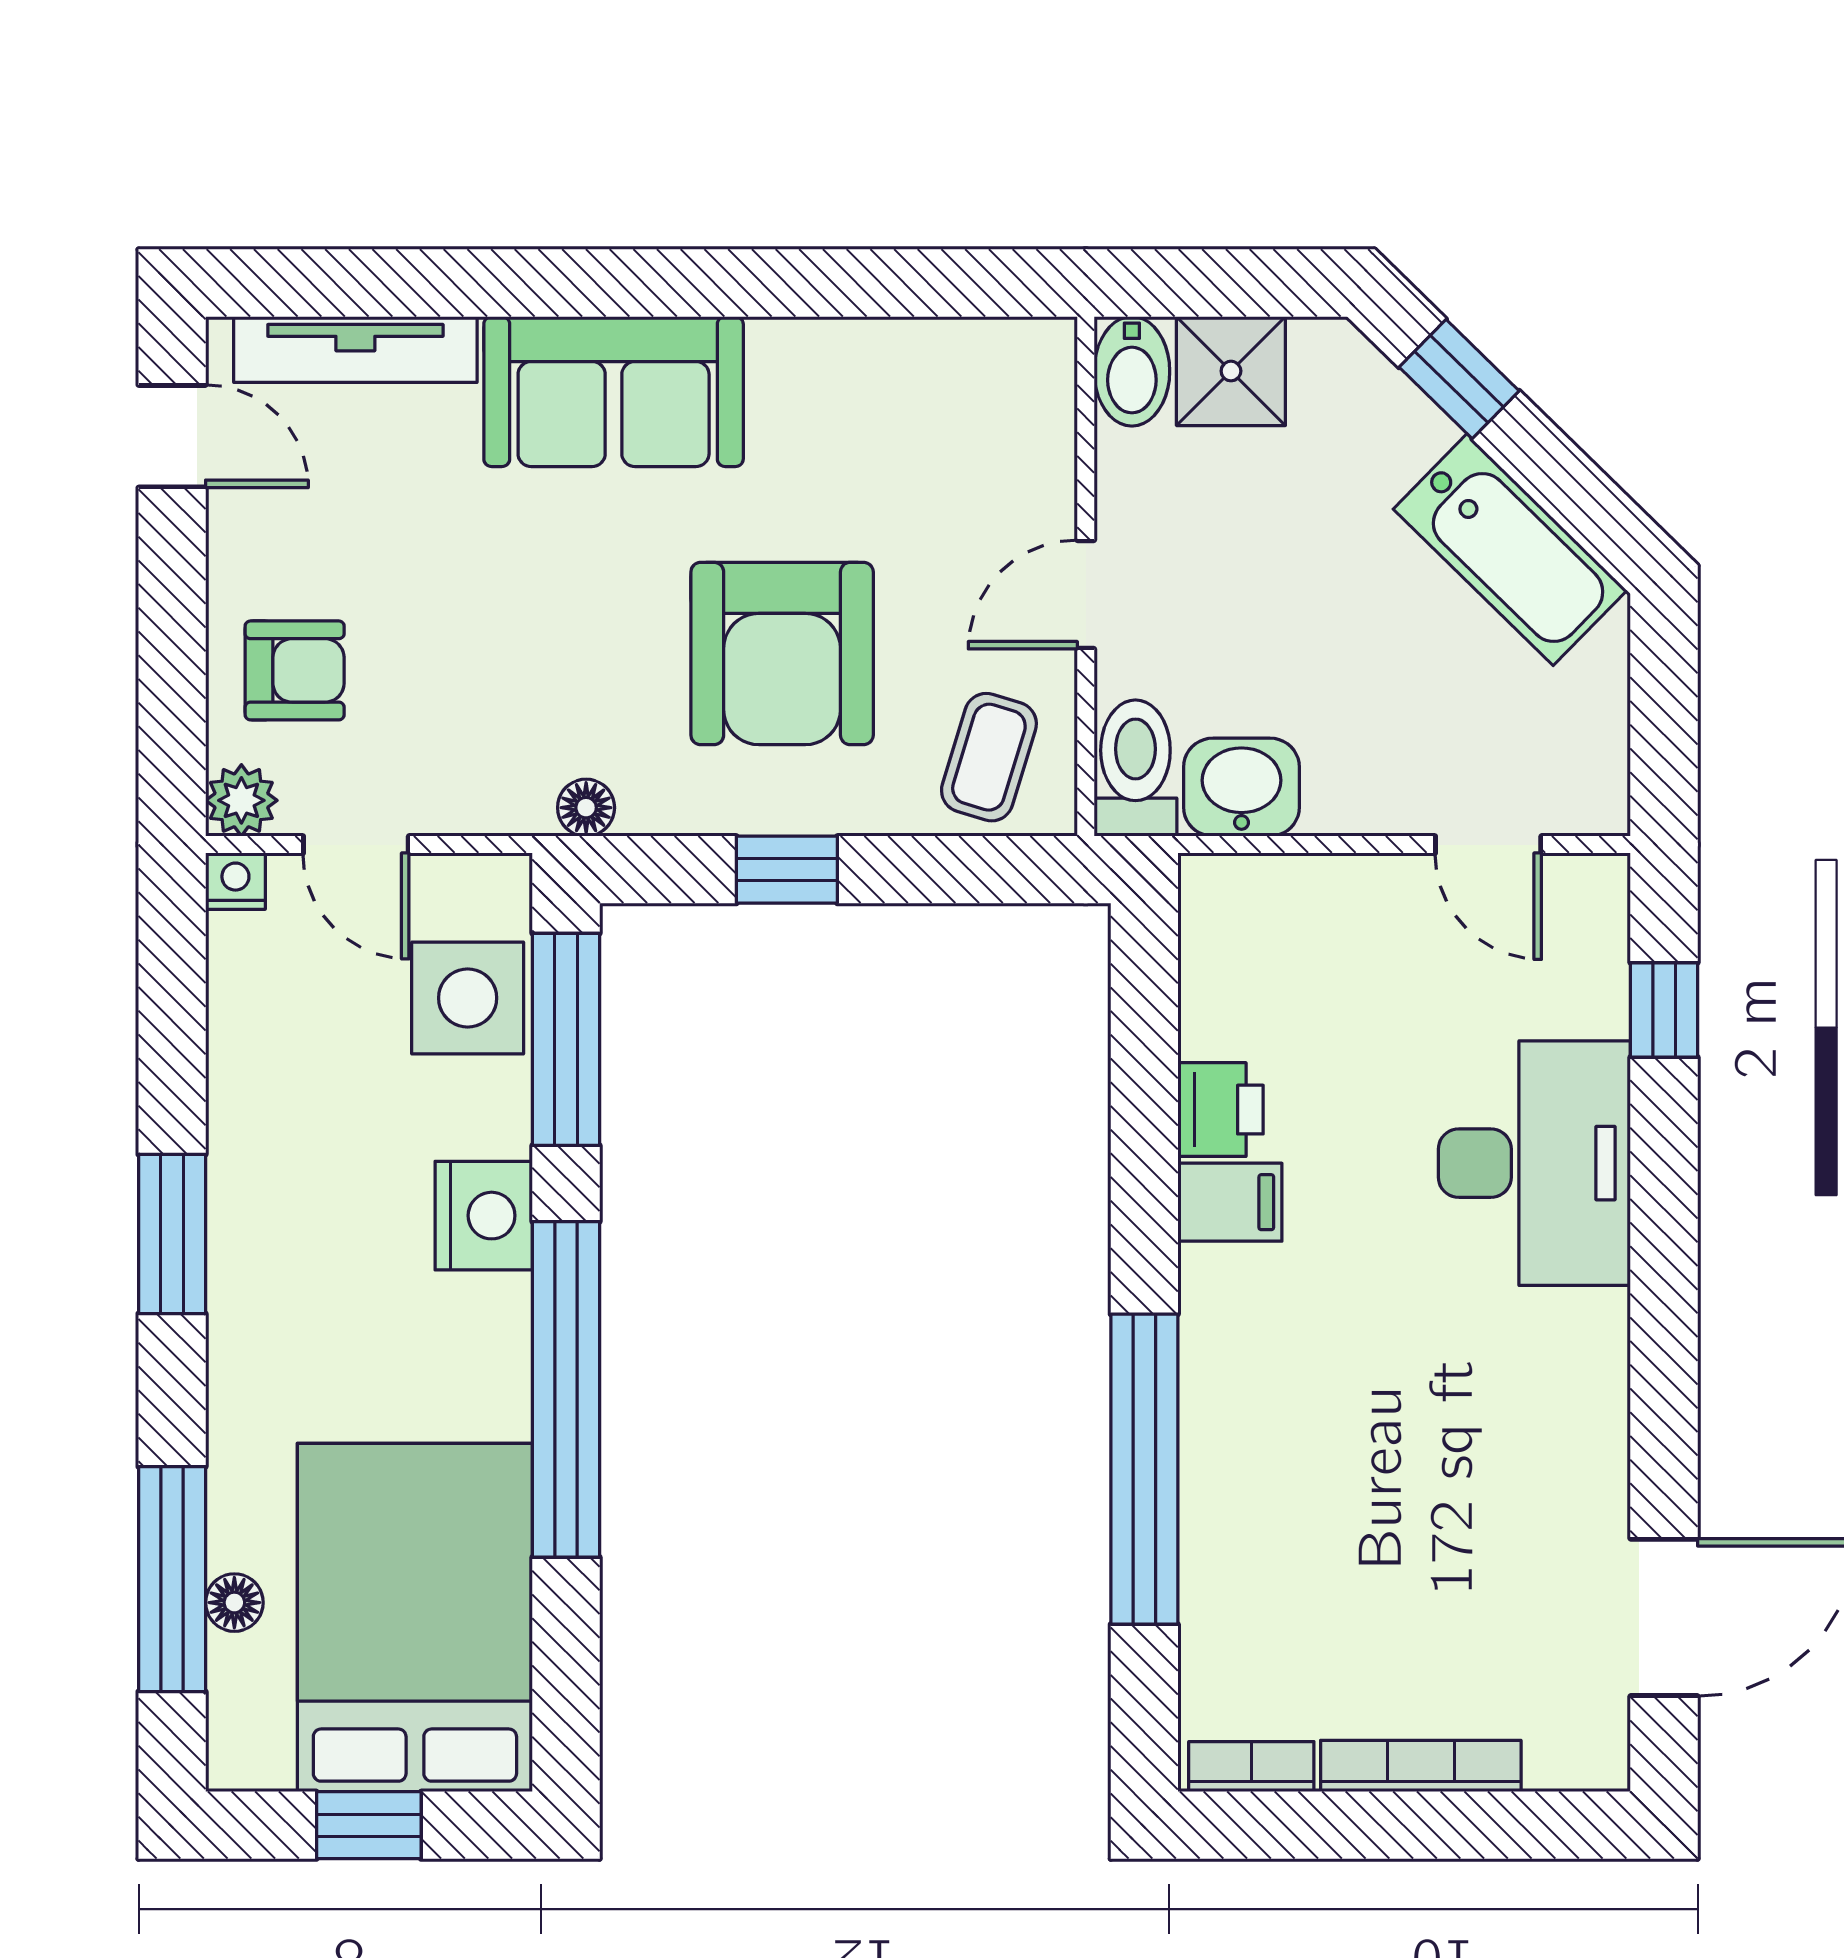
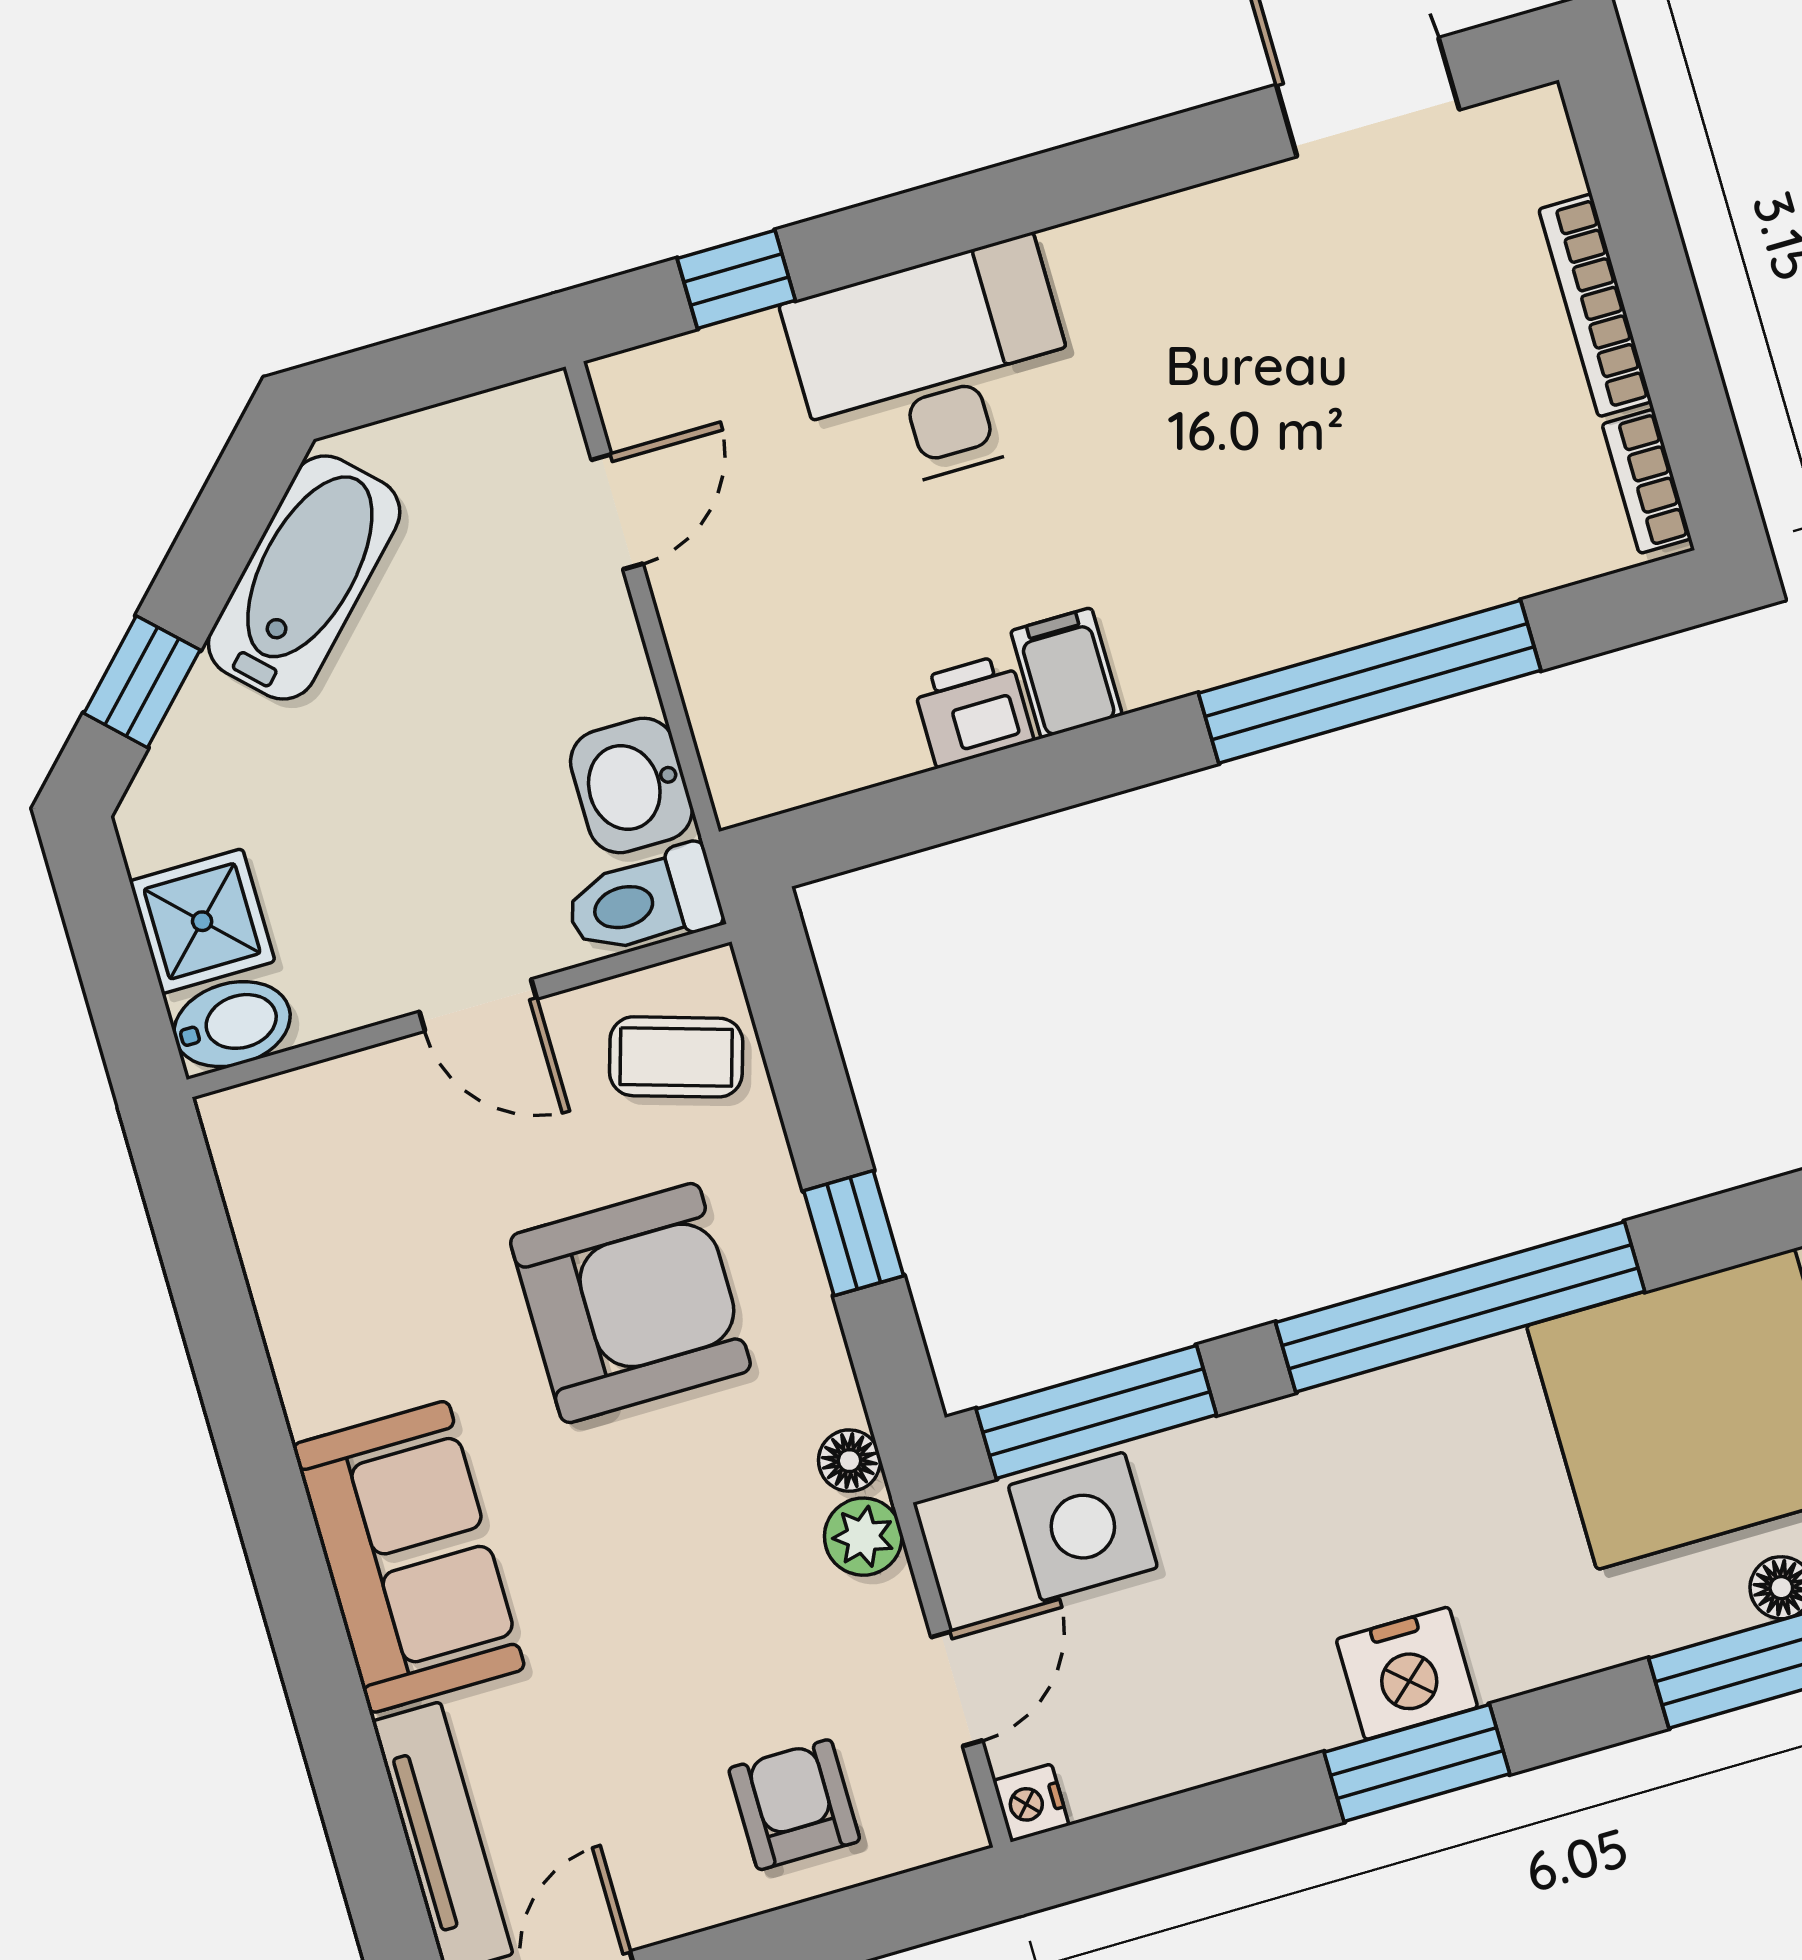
plant: (241, 800) -> (863, 1537), moved
nightstand: (484, 1216) -> (1407, 1673), moved, turned 180

